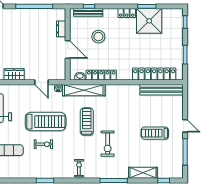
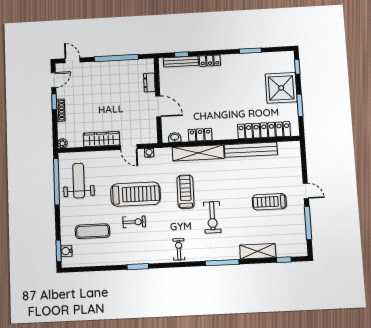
locker: (127, 13) -> (210, 61), moved
shower: (149, 21) -> (281, 88), moved
stool: (98, 37) -> (194, 89), removed
wardrobe: (14, 74) -> (101, 139), width x1.50
locker: (101, 75) -> (200, 135), width x0.66
shelving: (84, 90) -> (198, 153), moved
bench: (161, 90) -> (251, 150), moved

